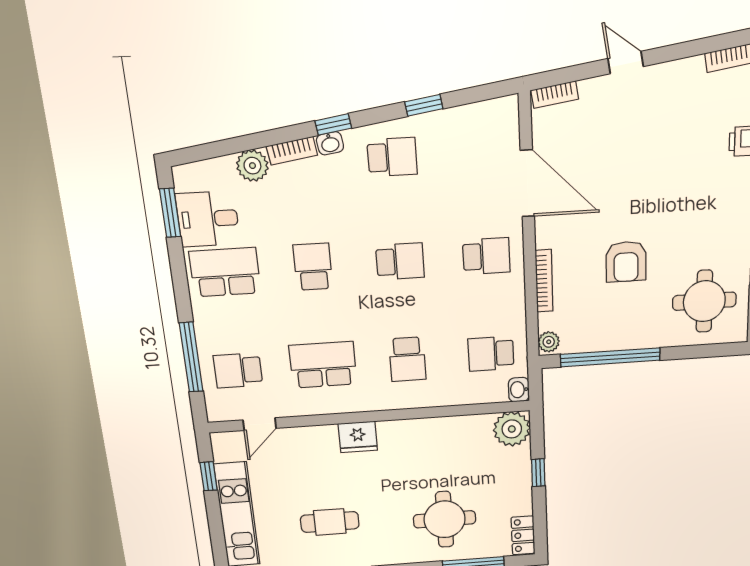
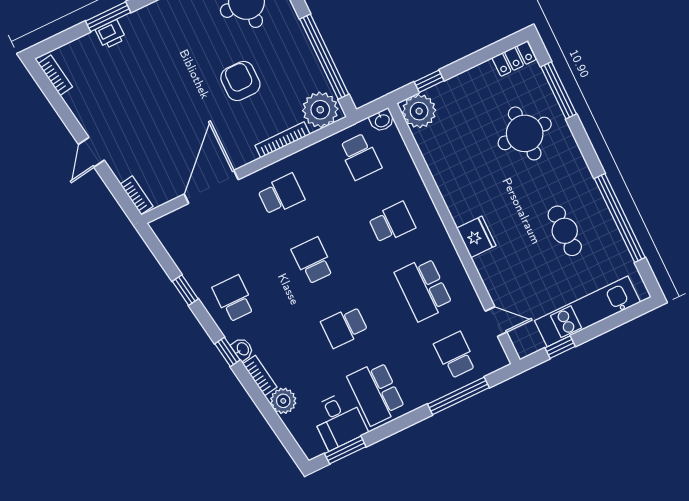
school desk: (486, 256) -> (281, 194), turned 90
armchair: (626, 262) -> (240, 81), turned -90
plant: (549, 342) -> (320, 110), width x1.88, depth x1.88
school desk: (238, 370) -> (455, 355), turned 180
window: (538, 473) -> (429, 81), moved

